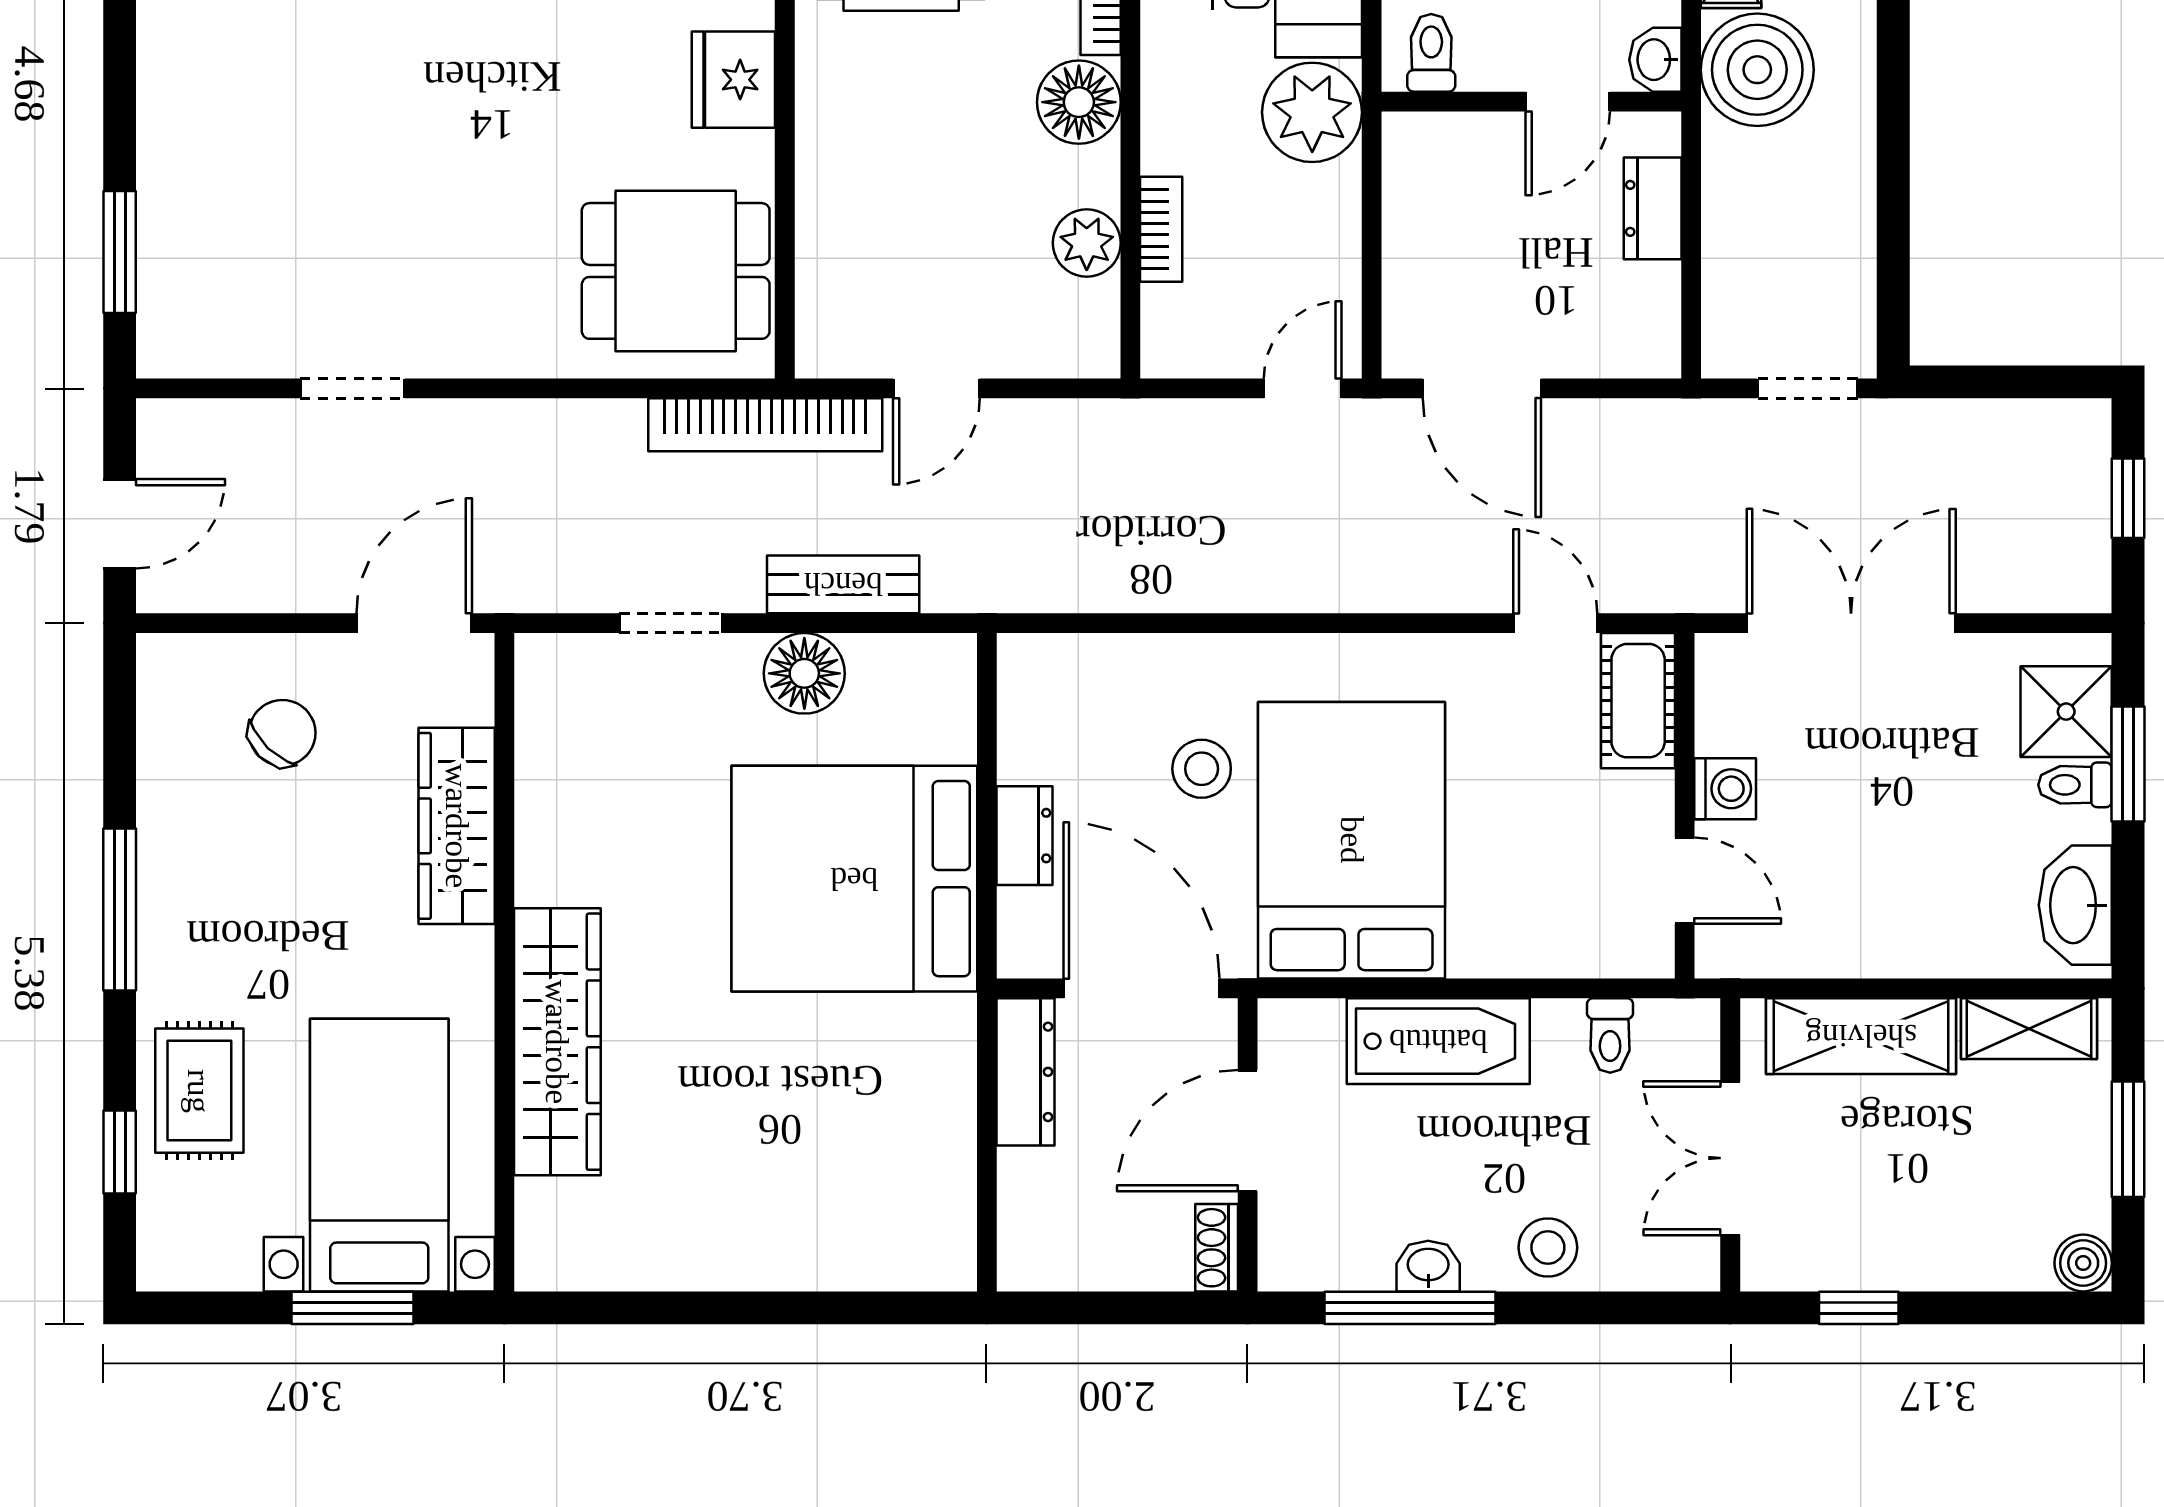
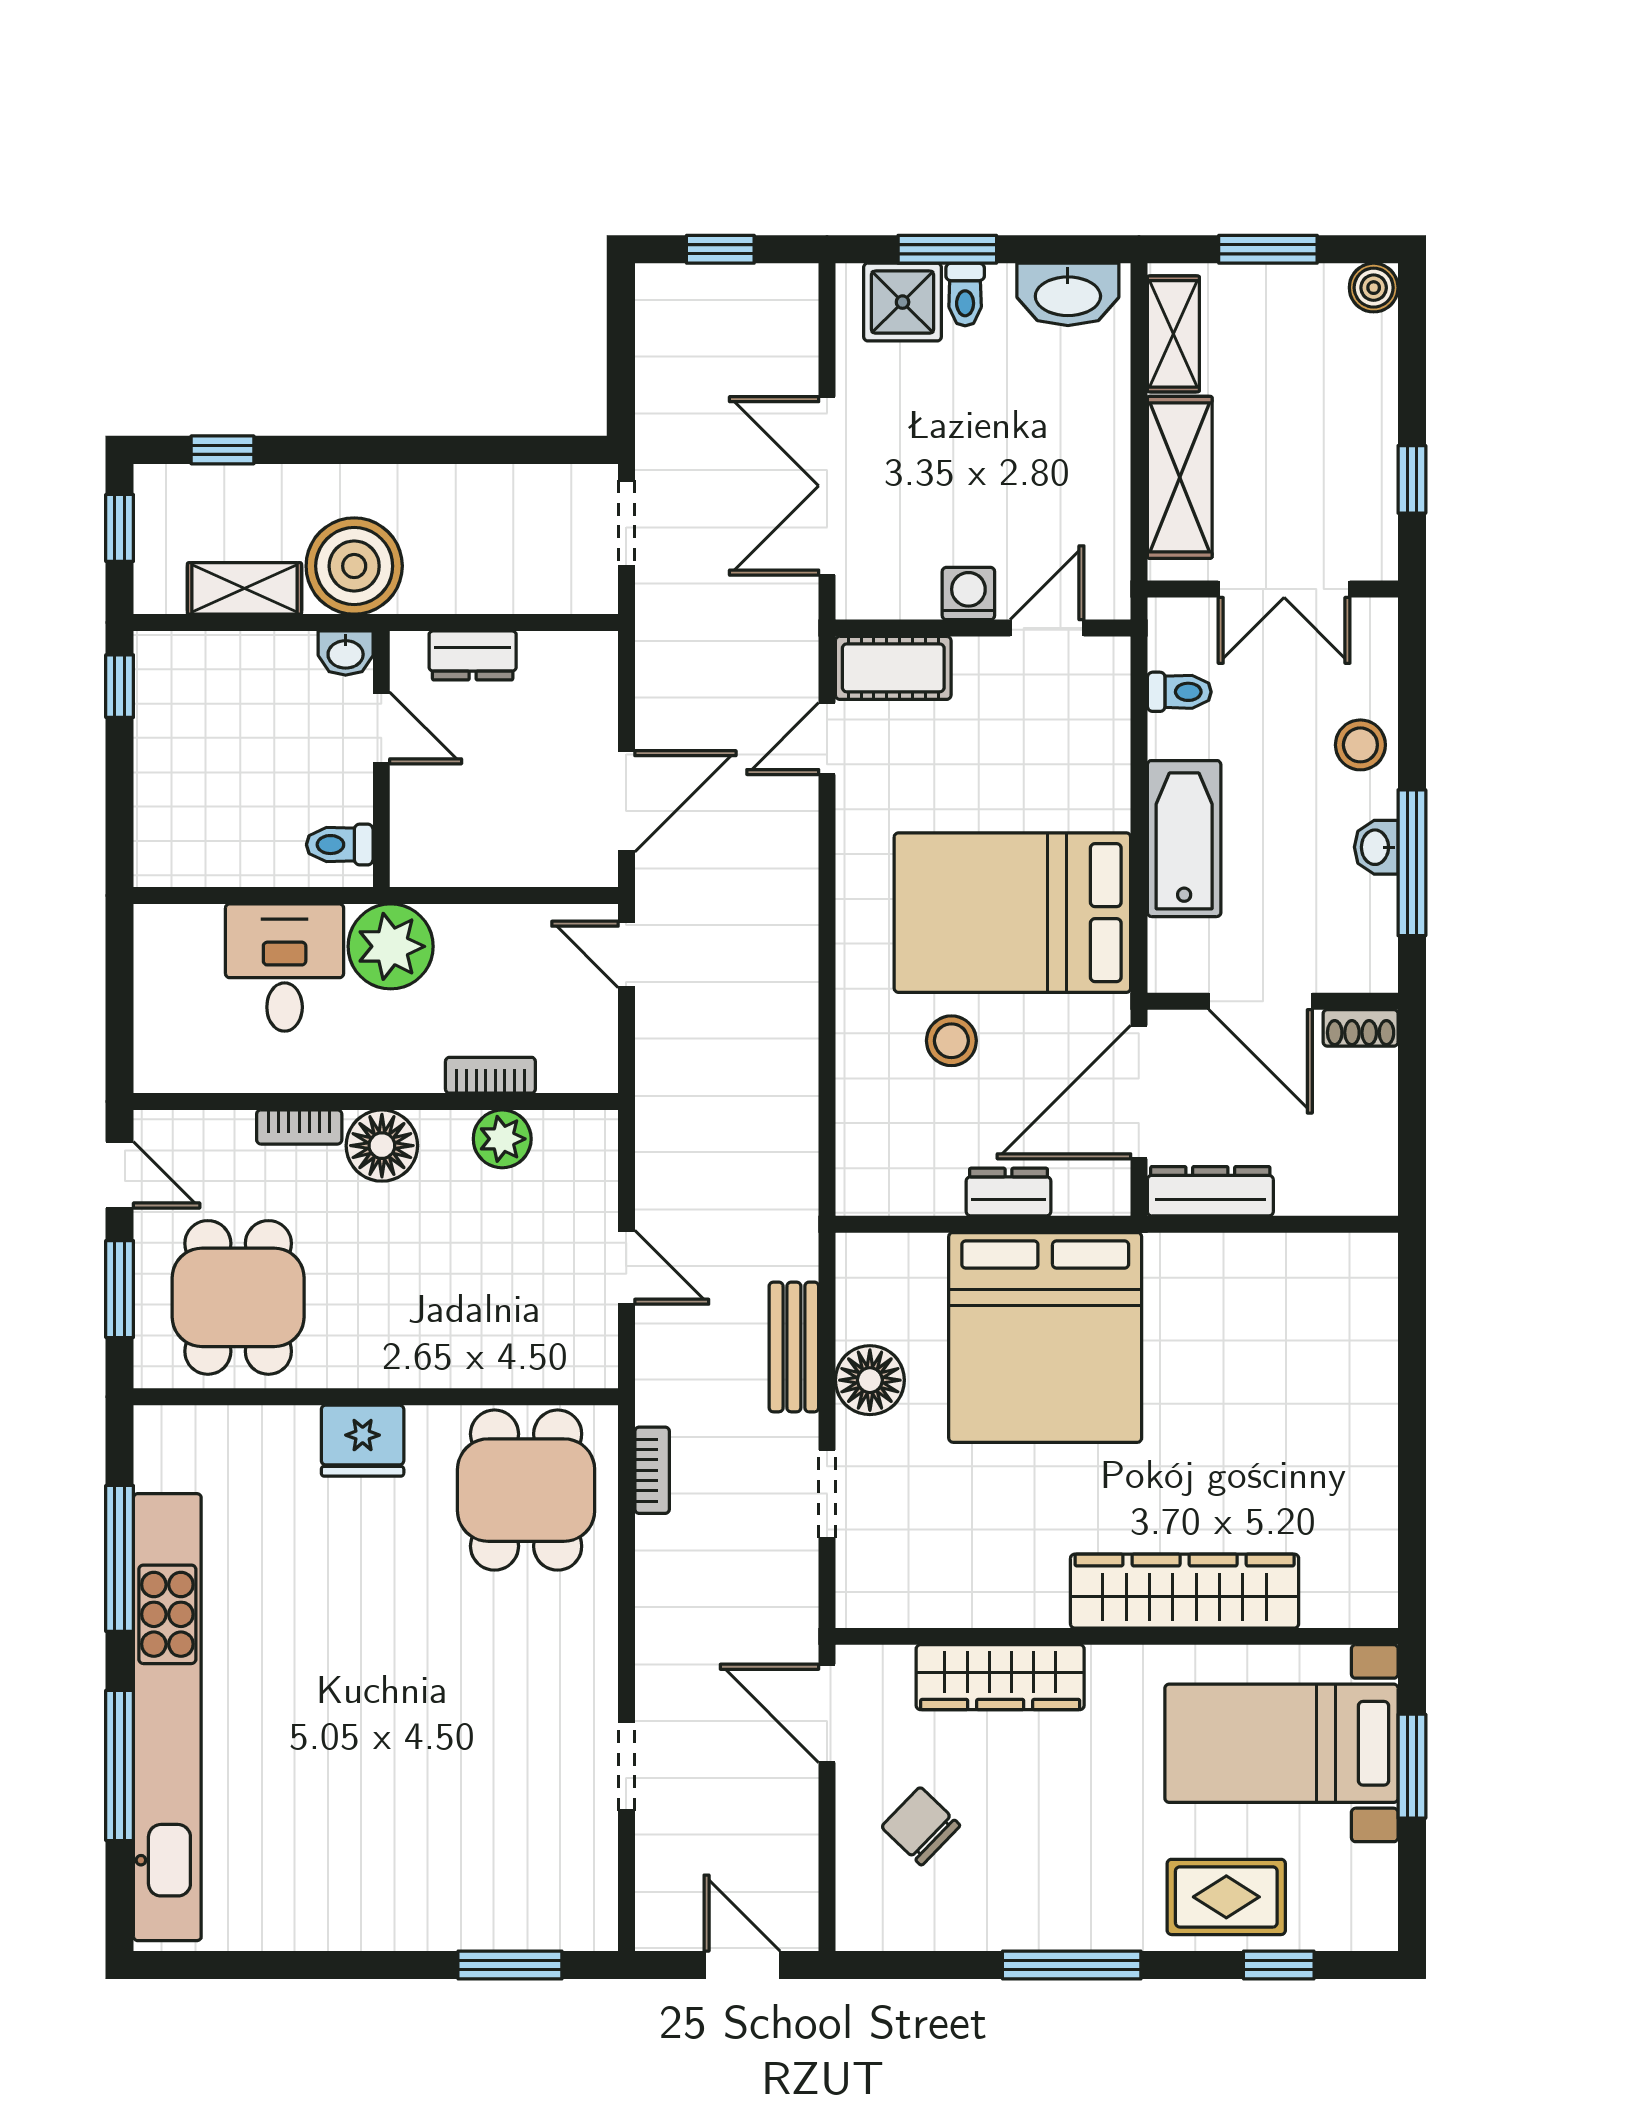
bookcase: (765, 425) -> (652, 1470), width x0.43, depth x0.76

